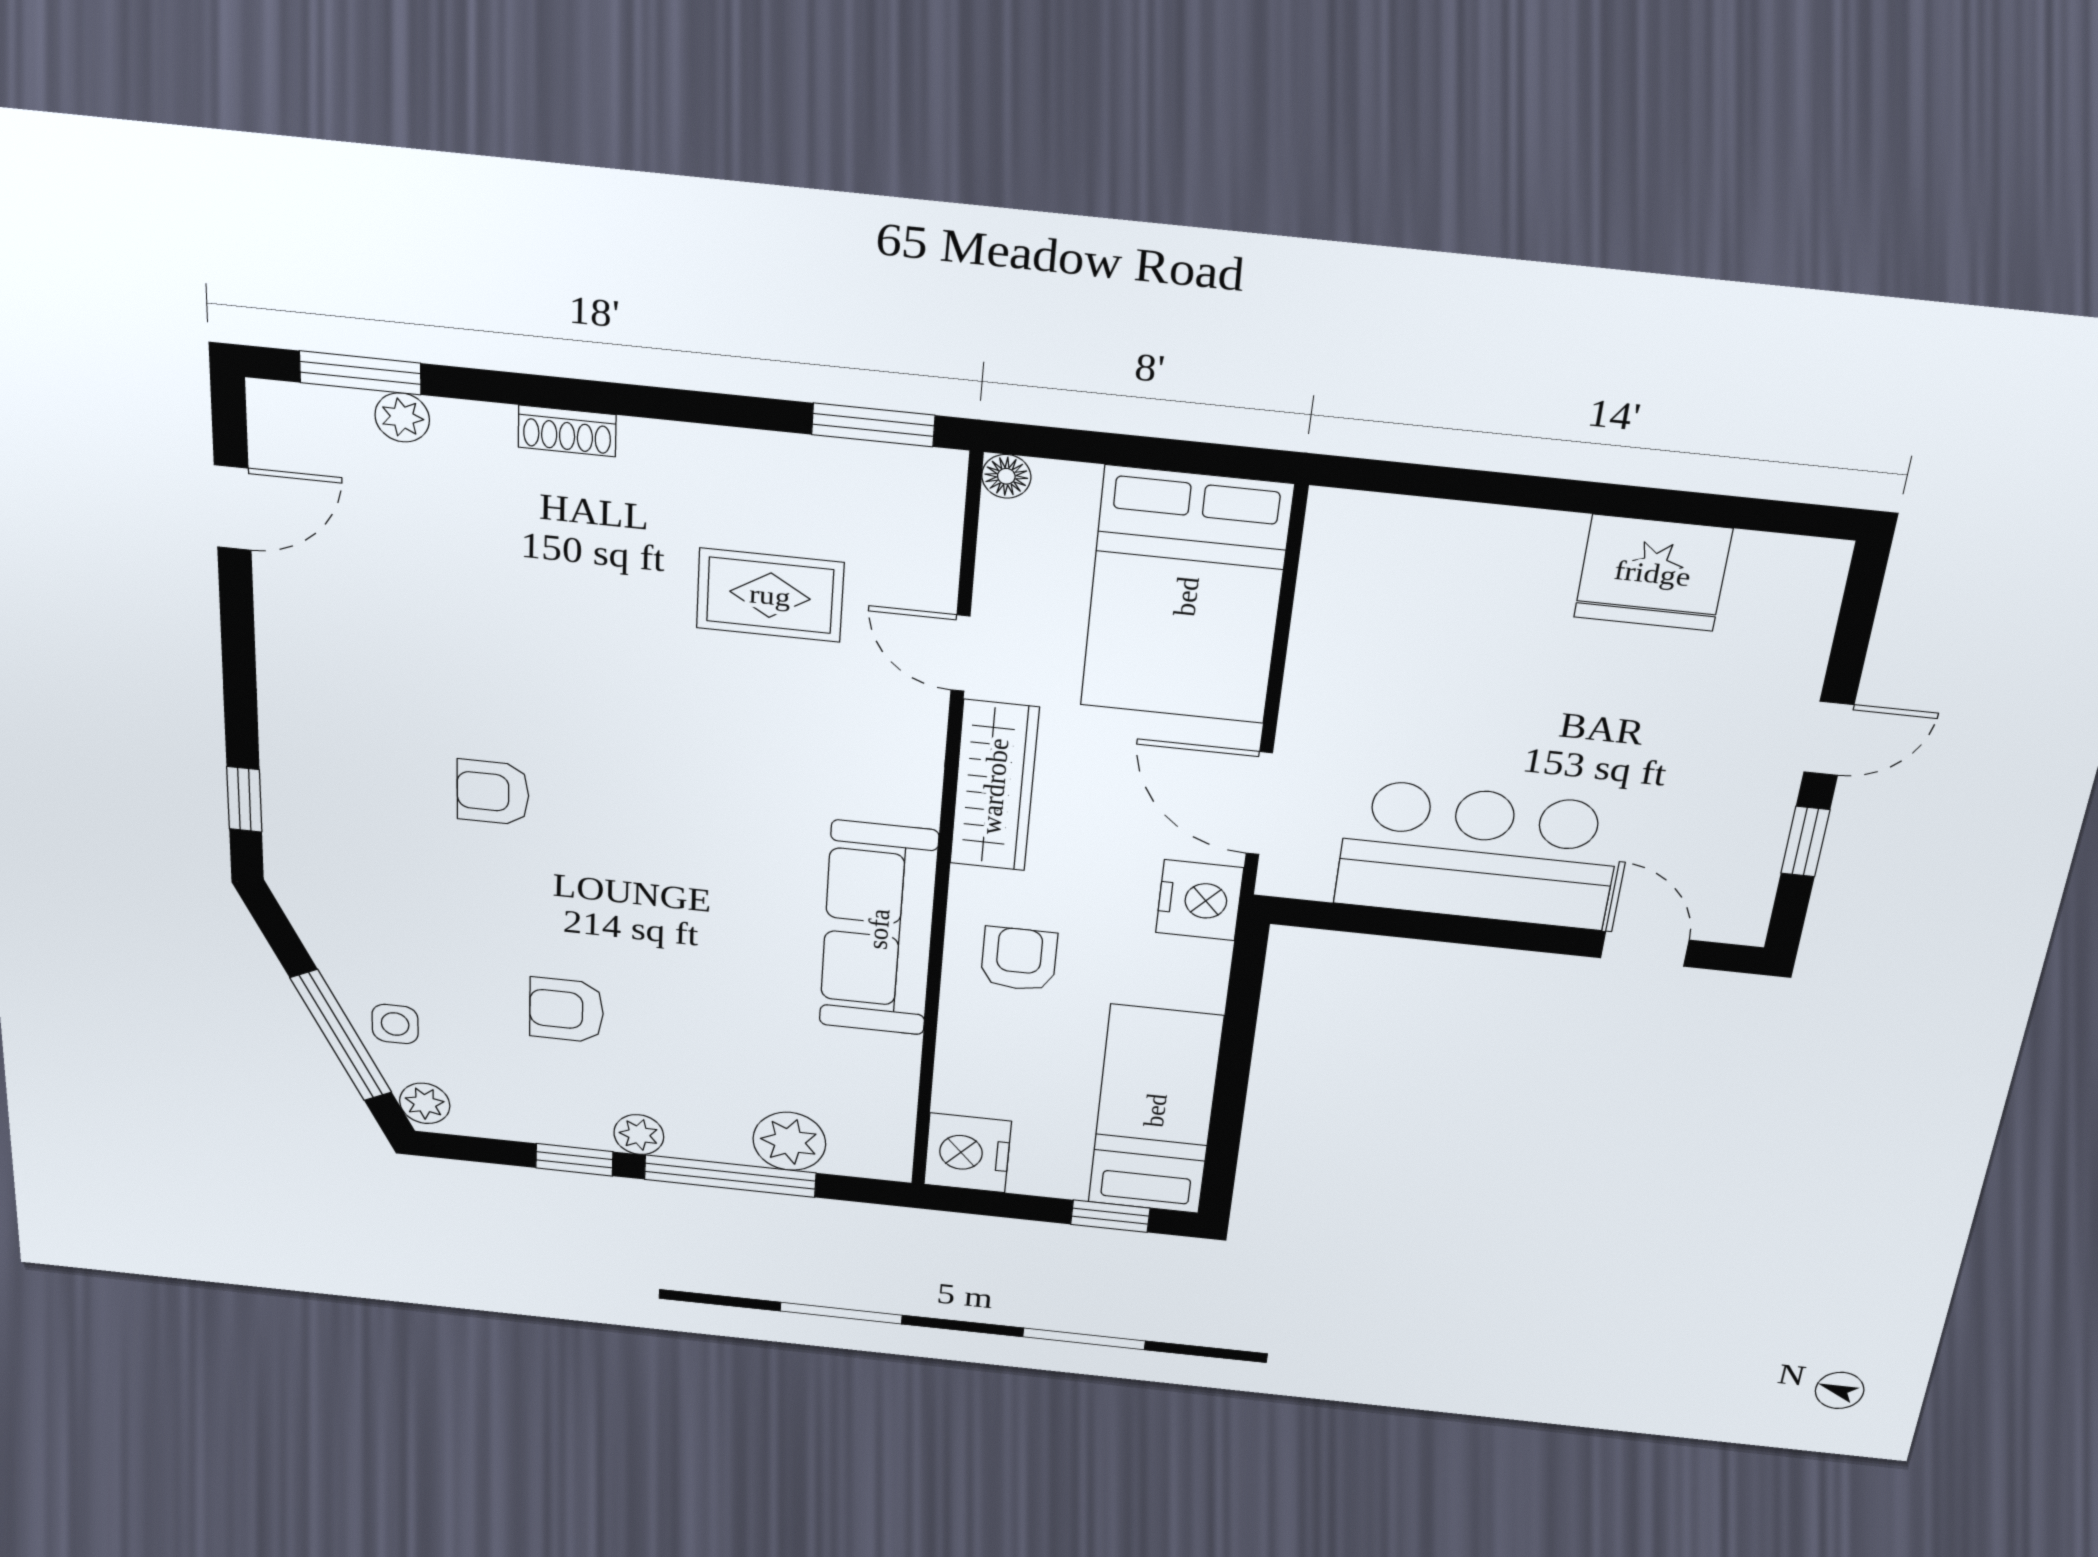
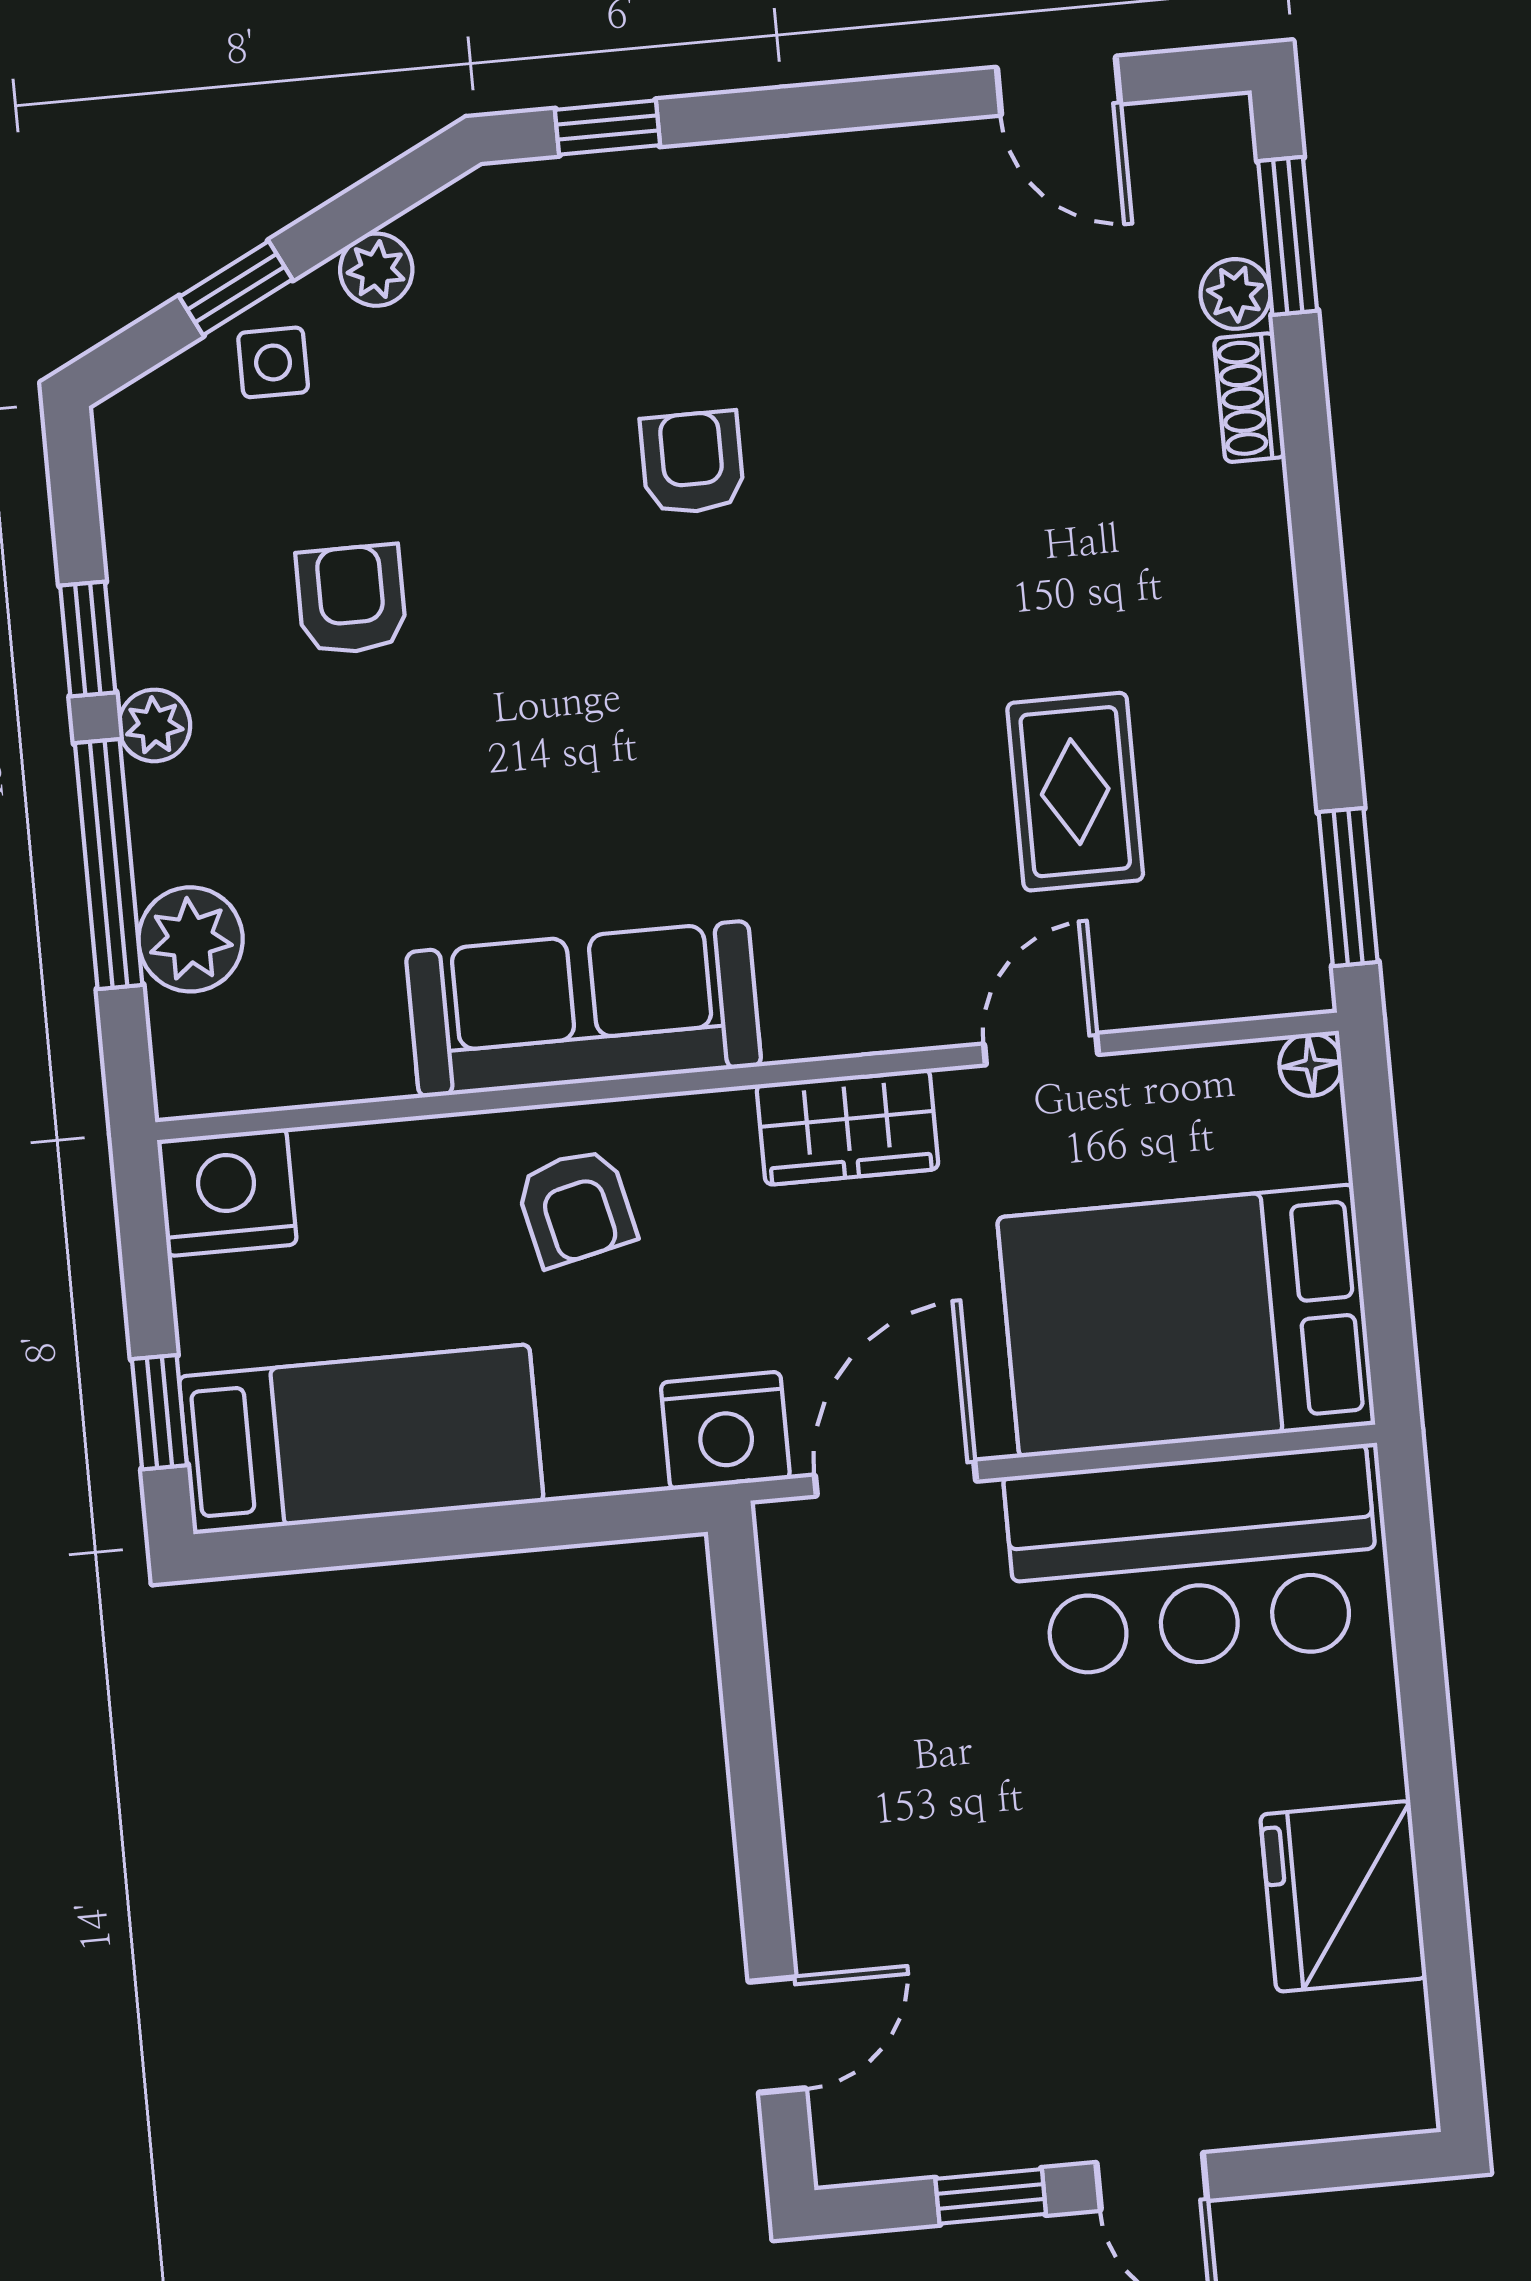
shoe rack: (567, 431) -> (1250, 398), moved
wardrobe: (994, 786) -> (847, 1127), width x0.67
bar counter: (1478, 855) -> (1194, 1561), moved, turned 90
armchair: (1019, 959) -> (576, 1207), turned 77
window: (341, 1035) -> (236, 288), width x0.46
plant: (425, 1103) -> (376, 270), moved

